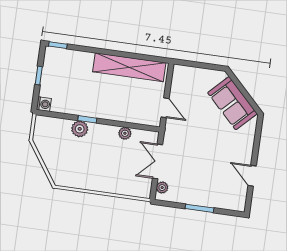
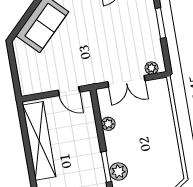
door: (165, 108) -> (69, 91), swing flipped
window: (87, 119) -> (106, 167), width x1.50

